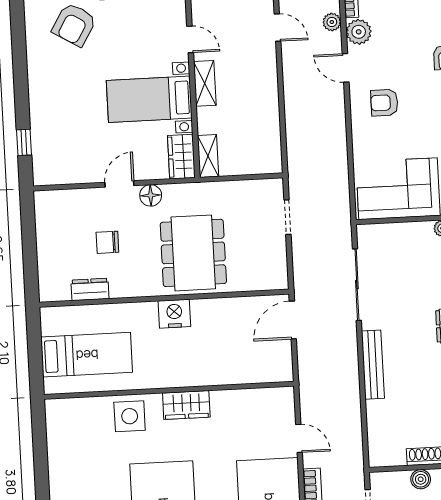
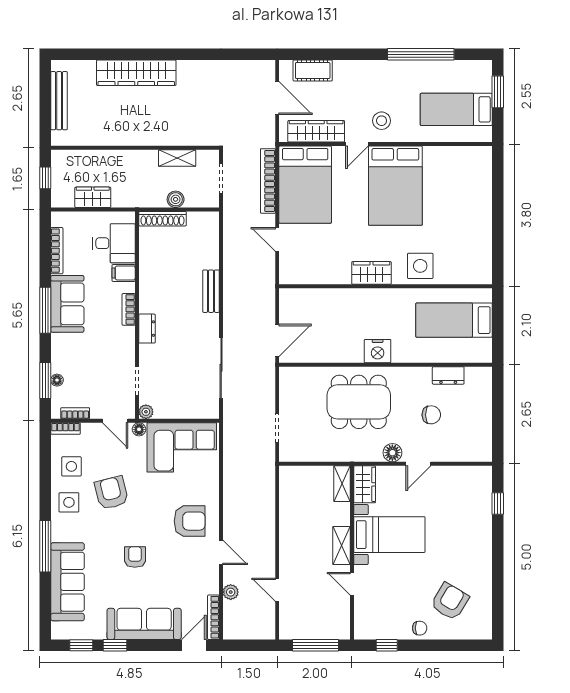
plant: (359, 32) -> (208, 583), removed
armchair: (384, 103) -> (190, 521), width x1.38, depth x1.38
dining table: (193, 253) -> (359, 402), turned 90
bench: (373, 365) -> (211, 291), width x0.73

